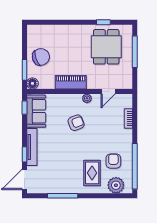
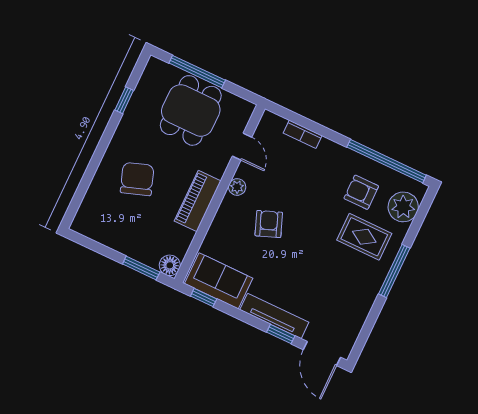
dining table: (106, 47) -> (191, 110), moved, turned 90
chair: (41, 57) -> (137, 179), moved
window: (63, 196) -> (394, 271), moved

